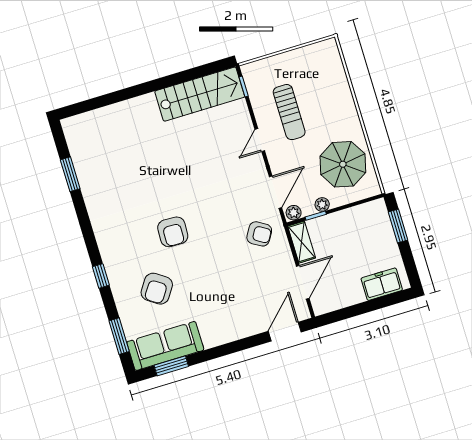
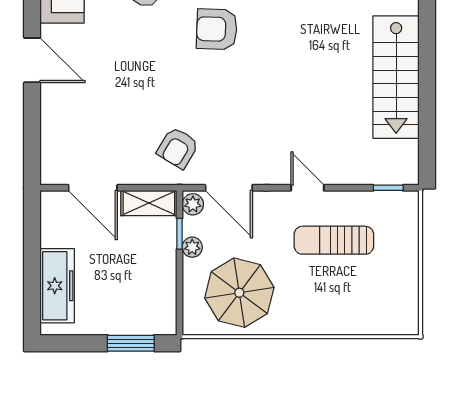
stairs: (200, 94) -> (396, 77), moved
freezer: (382, 284) -> (57, 286), width x1.40
door: (285, 332) -> (32, 60), moved

